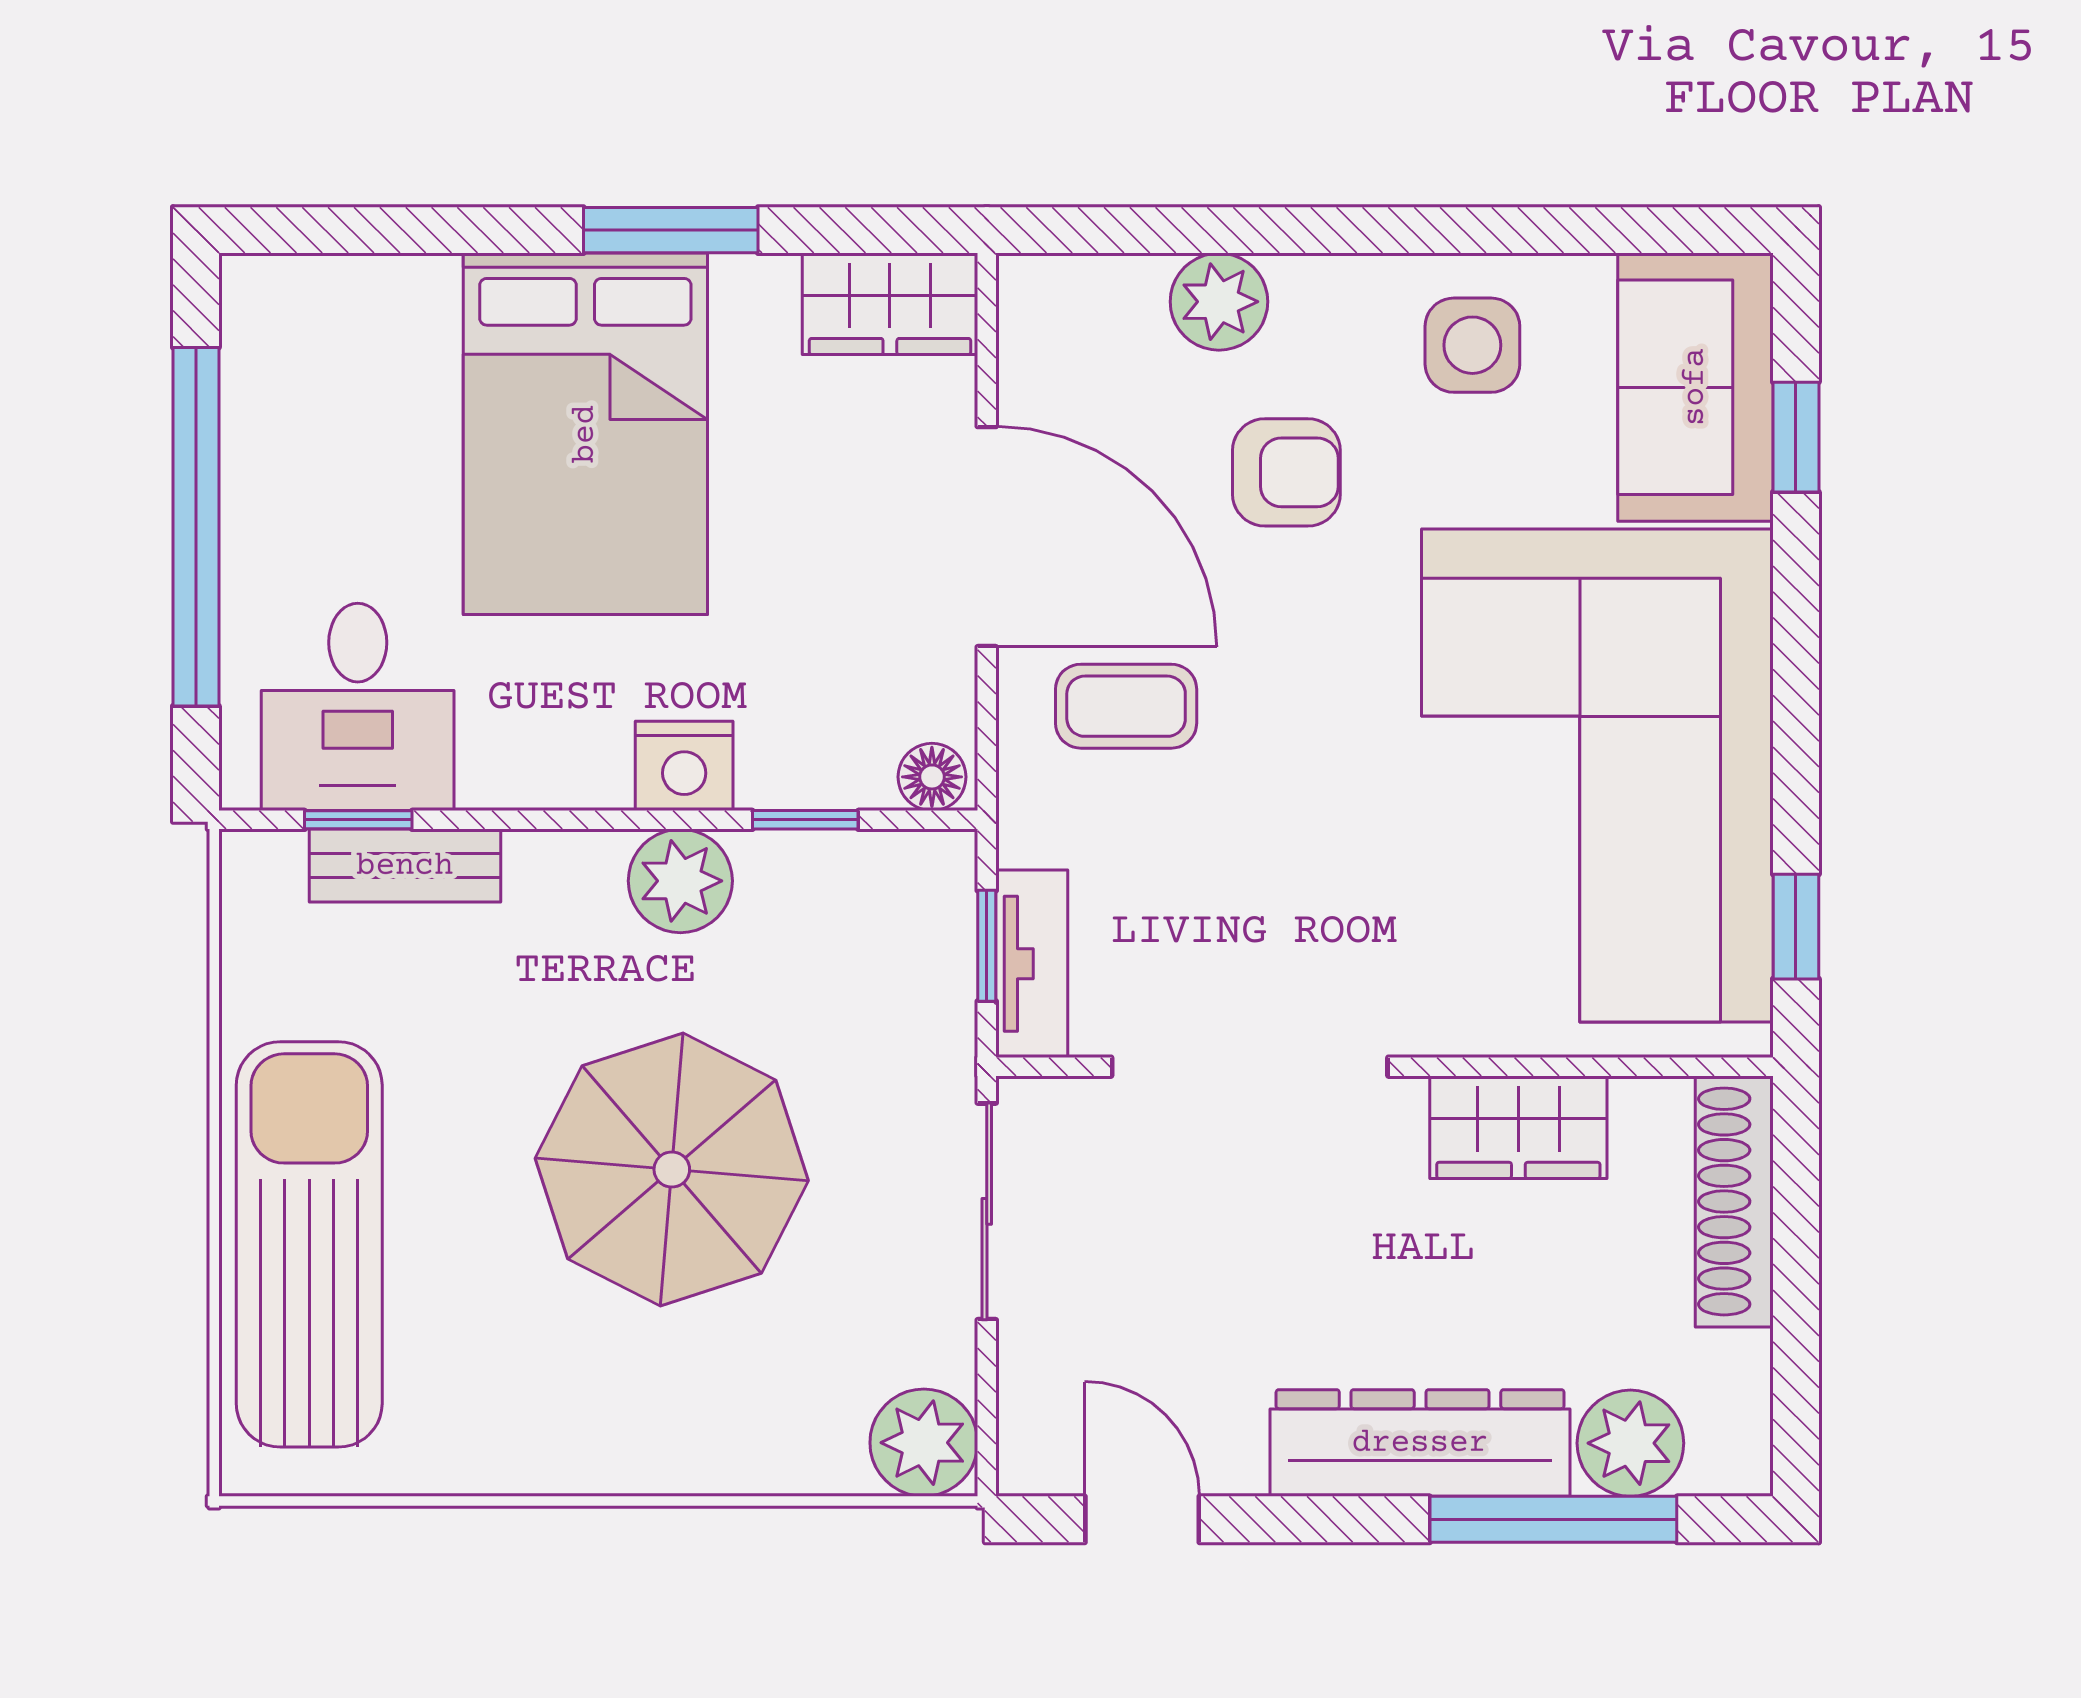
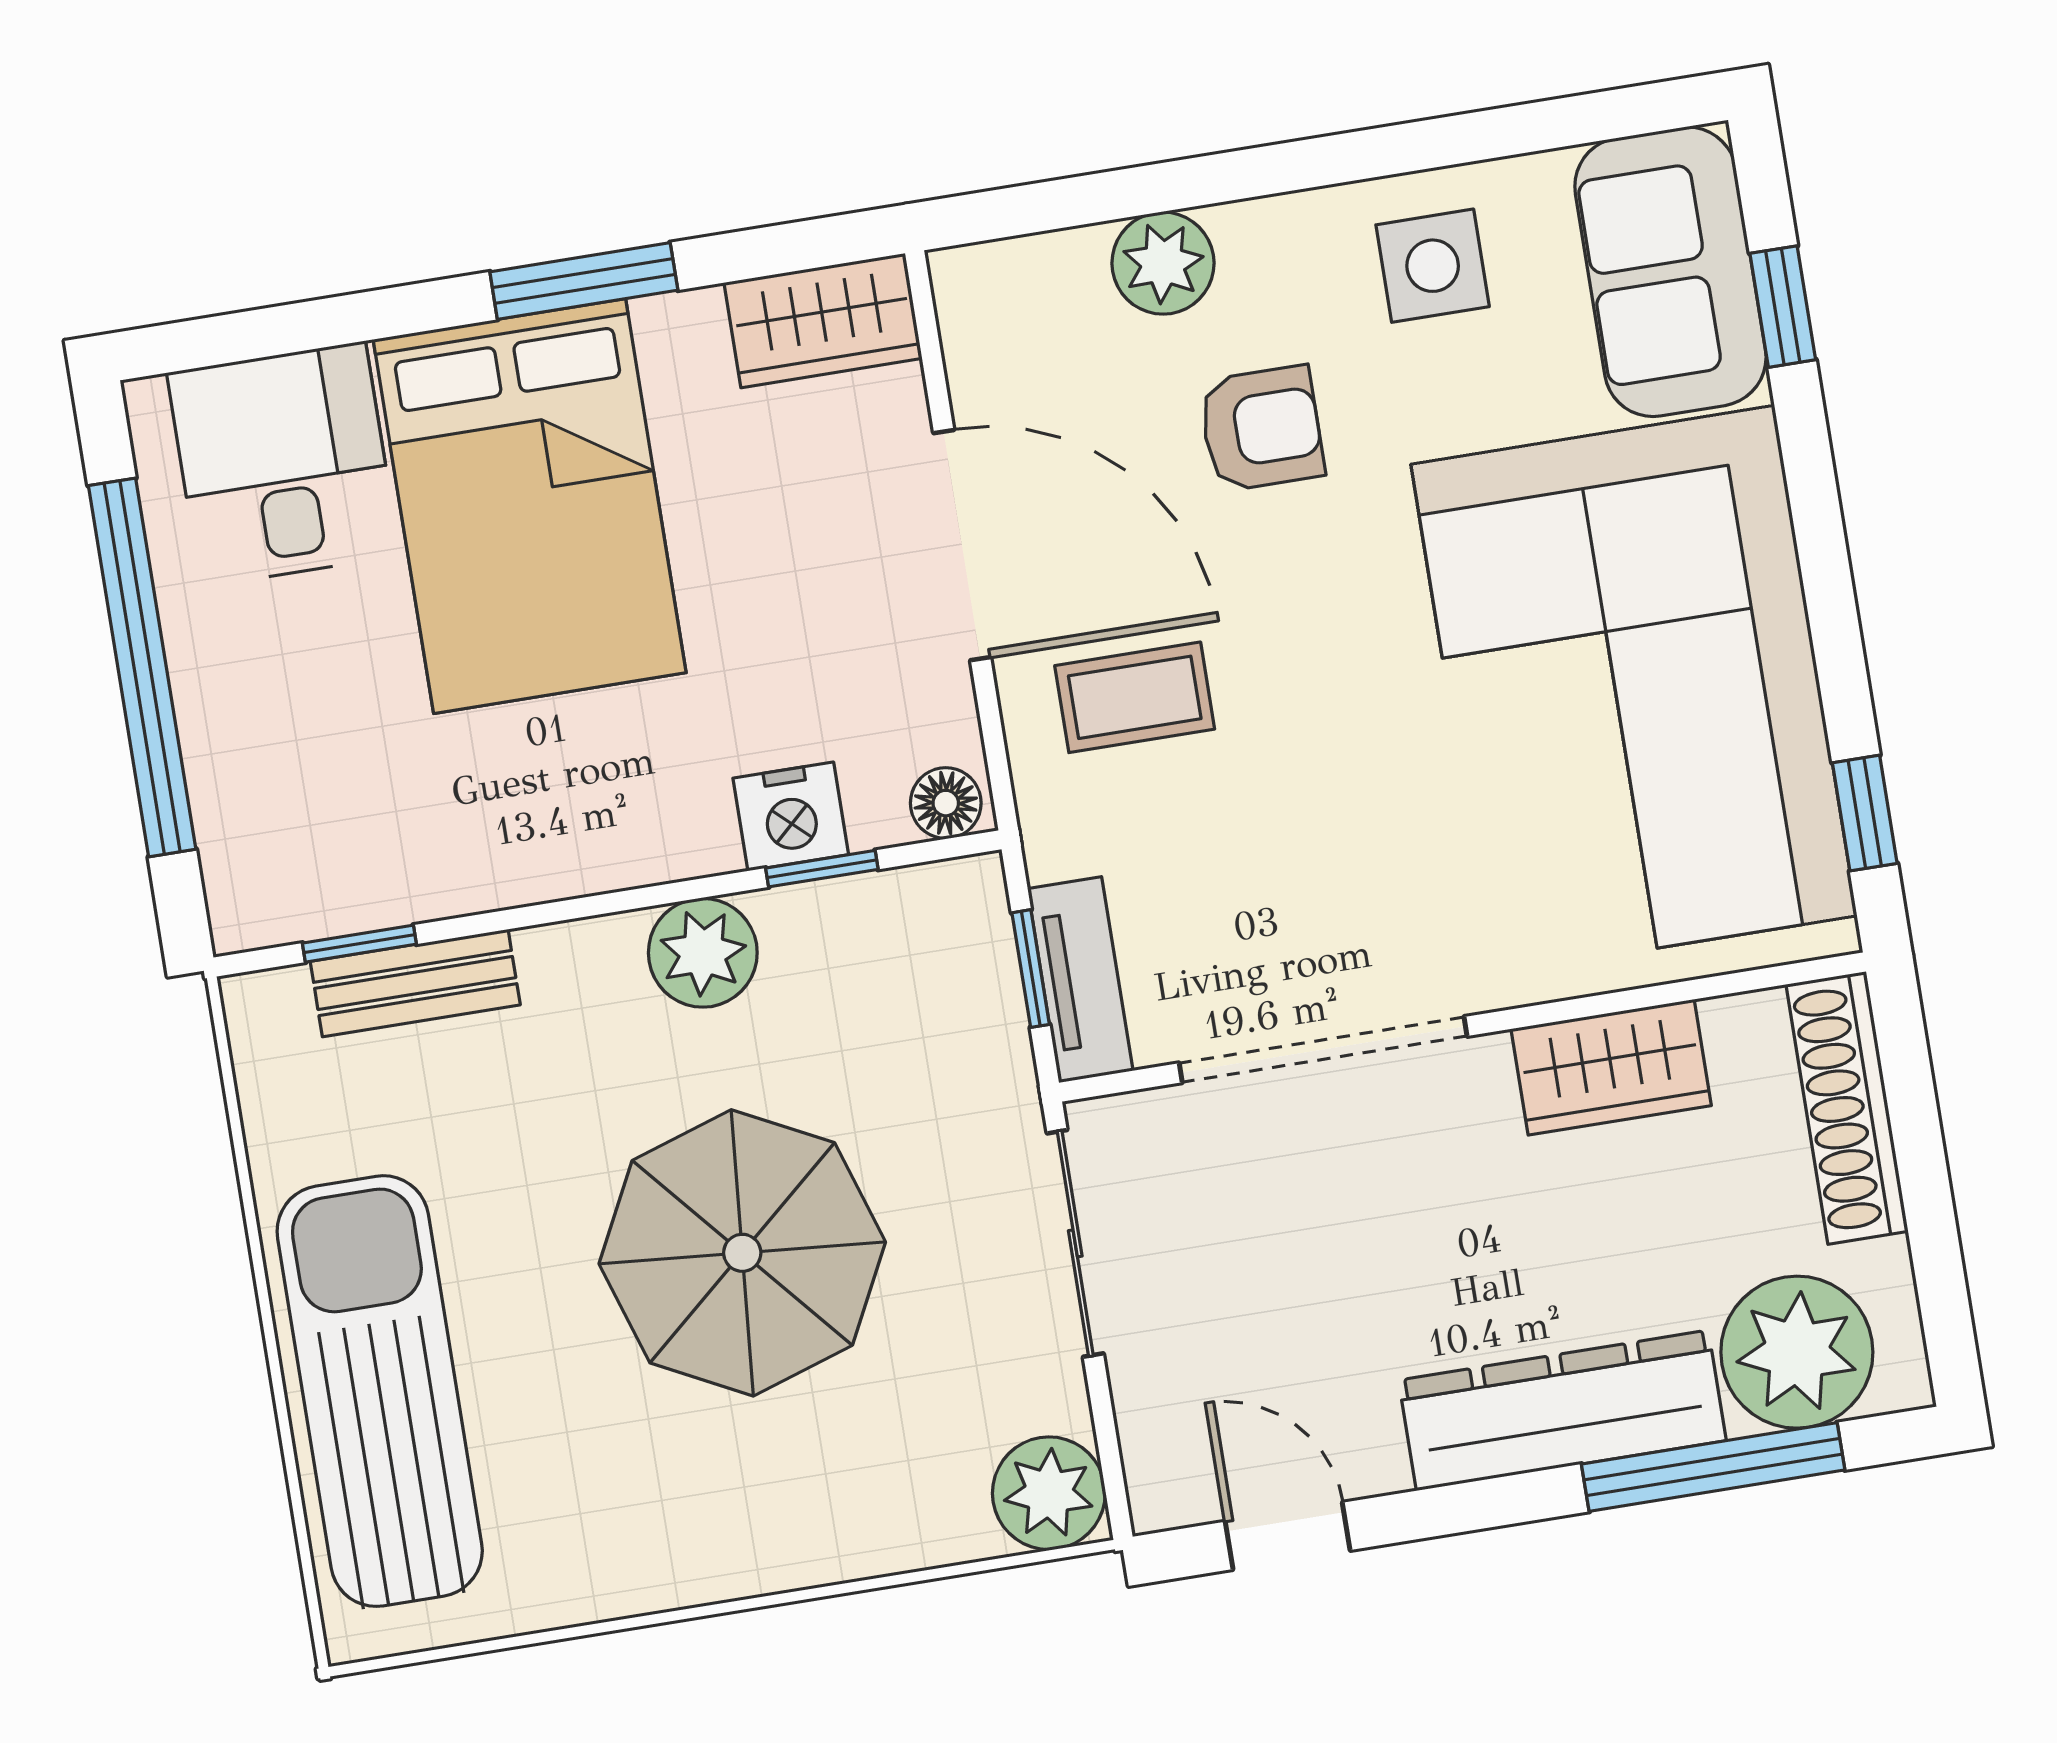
desk: (358, 707) -> (283, 464), moved, turned 180
nightstand: (684, 766) -> (791, 816), moved
plant: (1630, 1443) -> (1797, 1352), width x1.36, depth x1.36

